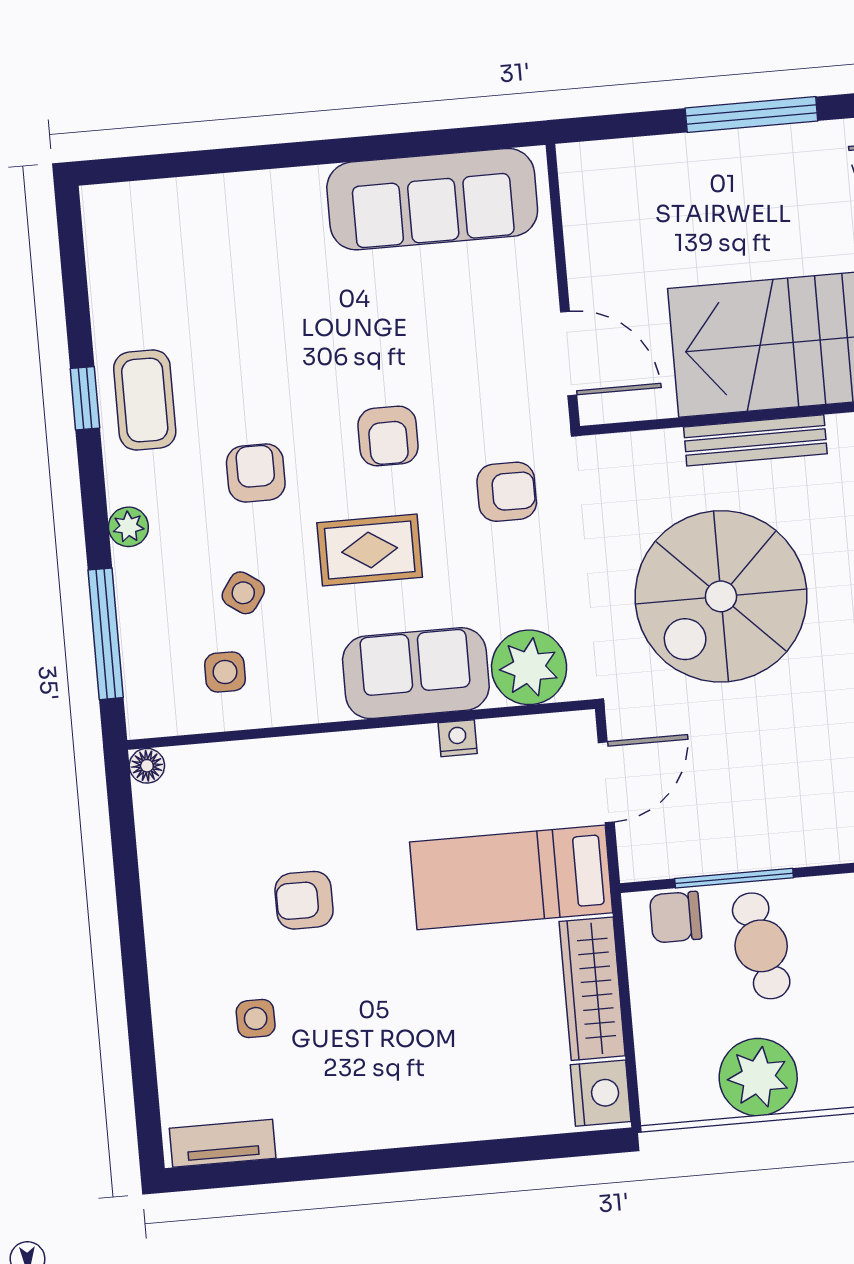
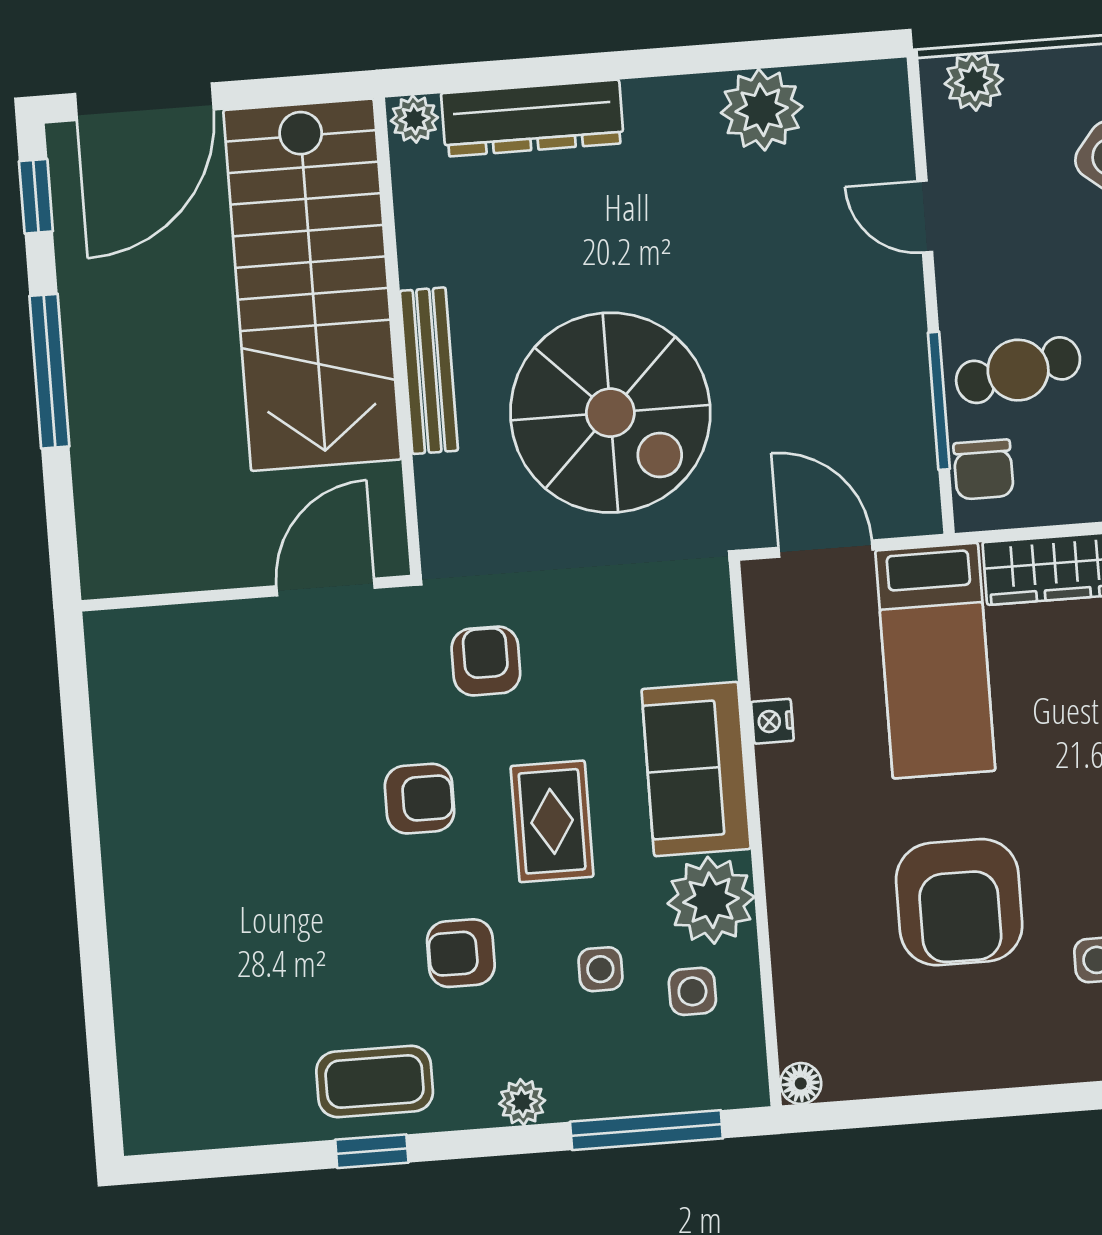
sofa: (432, 199) -> (144, 744), removed
side table: (243, 593) -> (600, 969), turned -35
plant: (529, 667) -> (711, 900), moved
armchair: (304, 900) -> (959, 902), width x1.88, depth x1.88

